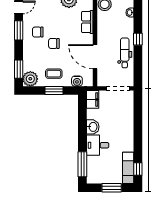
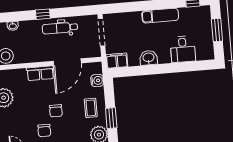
row of seats: (87, 22) -> (40, 73), moved
window: (54, 90) -> (111, 118), moved
desk: (98, 145) -> (183, 49), moved
window: (82, 164) -> (193, 66), removed
exam couch: (128, 168) -> (160, 16), moved

